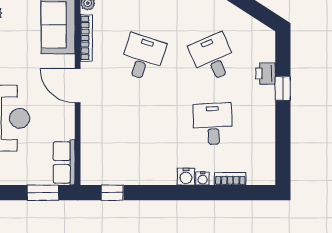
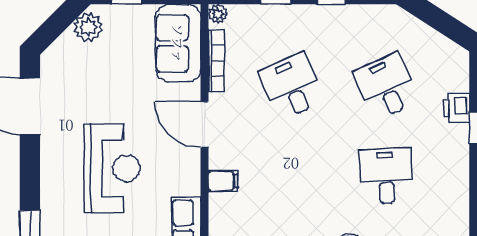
desk: (143, 57) -> (292, 86), turned -42
filing cabinet: (91, 128) -> (223, 181), added

